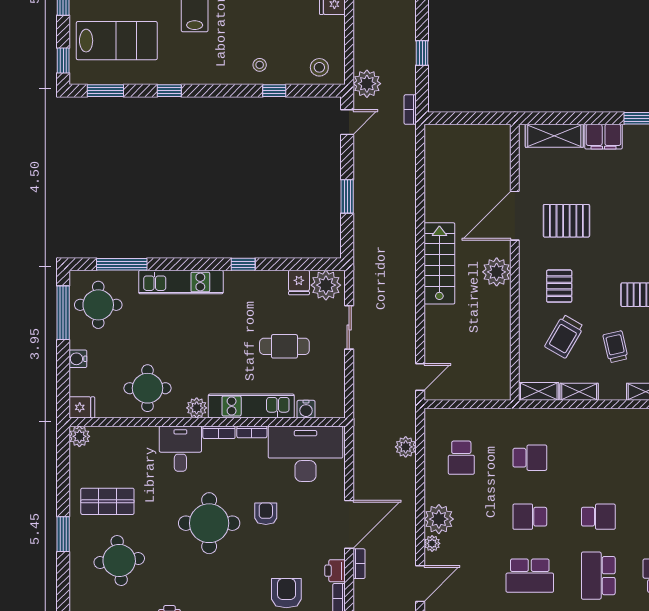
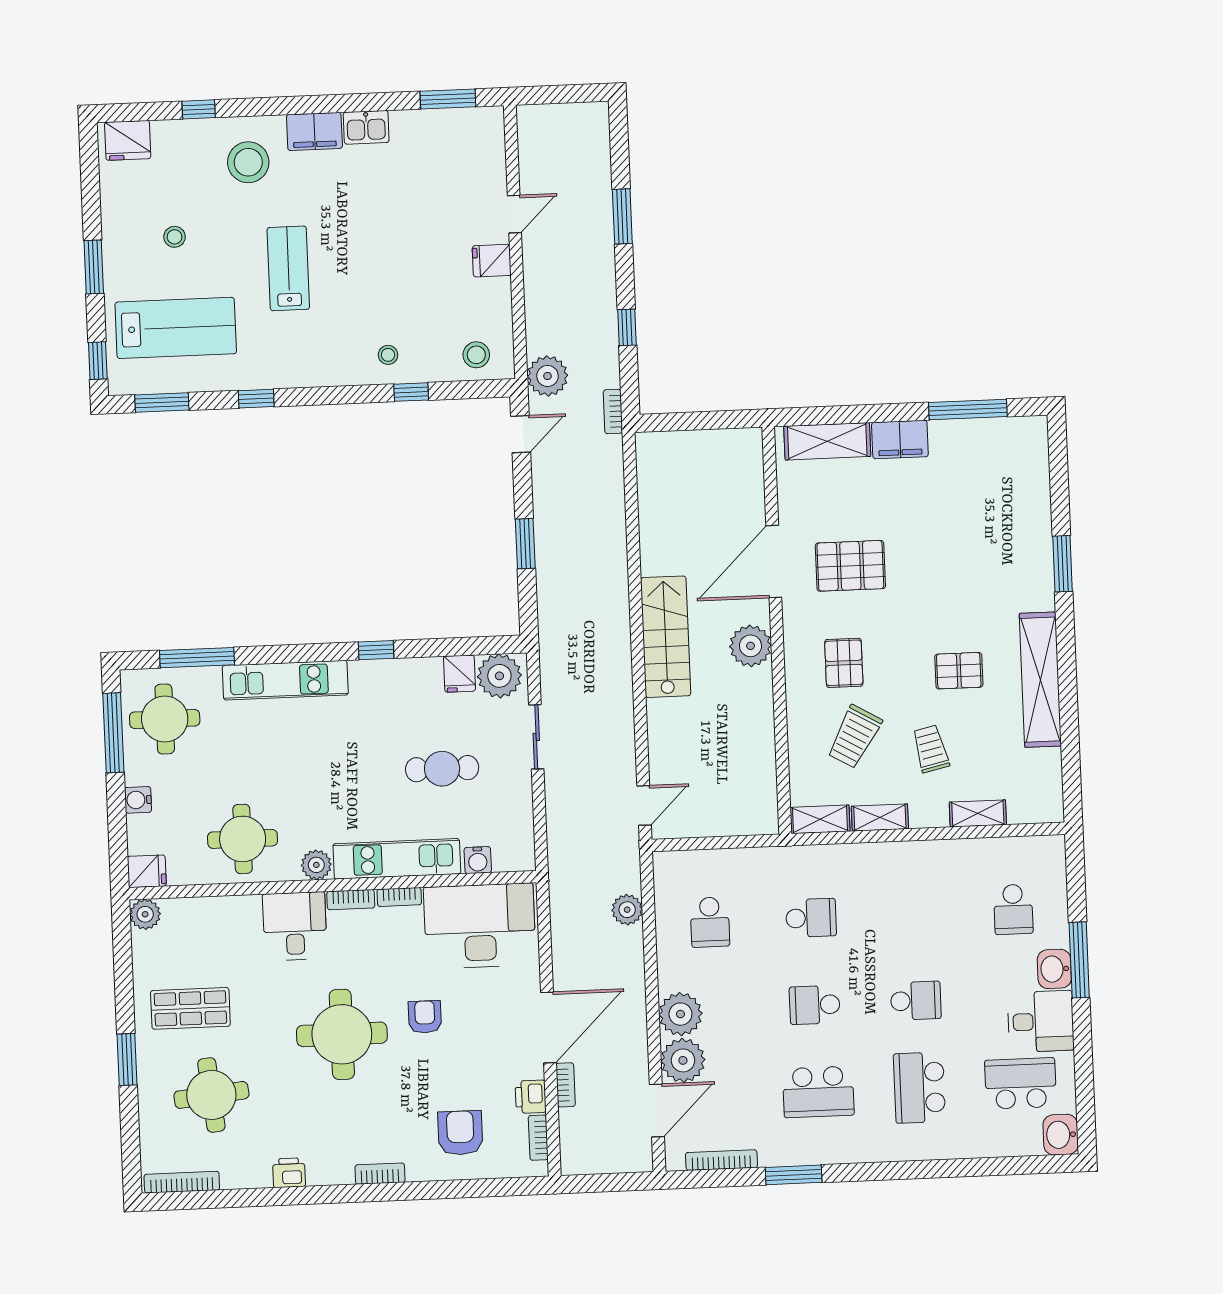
plant: (432, 543) -> (683, 1060), width x1.88, depth x1.88

